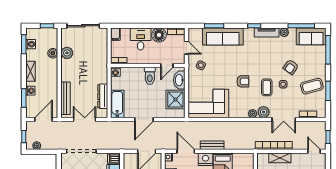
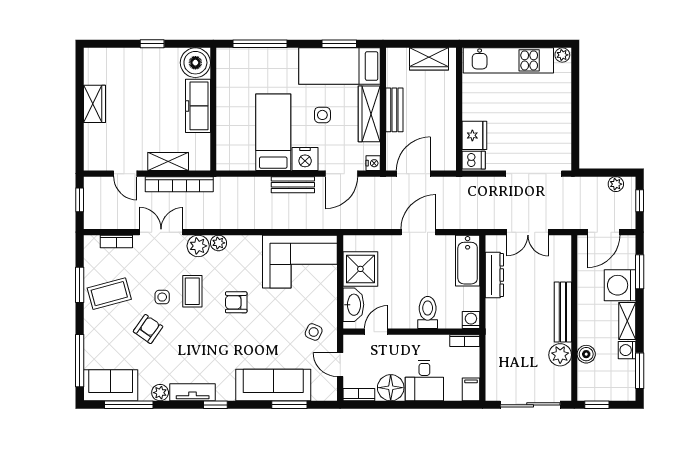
washing machine: (31, 44) -> (627, 350), moved
toilet: (150, 76) -> (428, 313), moved
washing machine: (30, 91) -> (620, 285), width x1.89, depth x1.89
bench: (65, 98) -> (563, 312), moved
door: (186, 151) -> (341, 174), hinge flipped
door: (314, 151) -> (125, 174), moved

